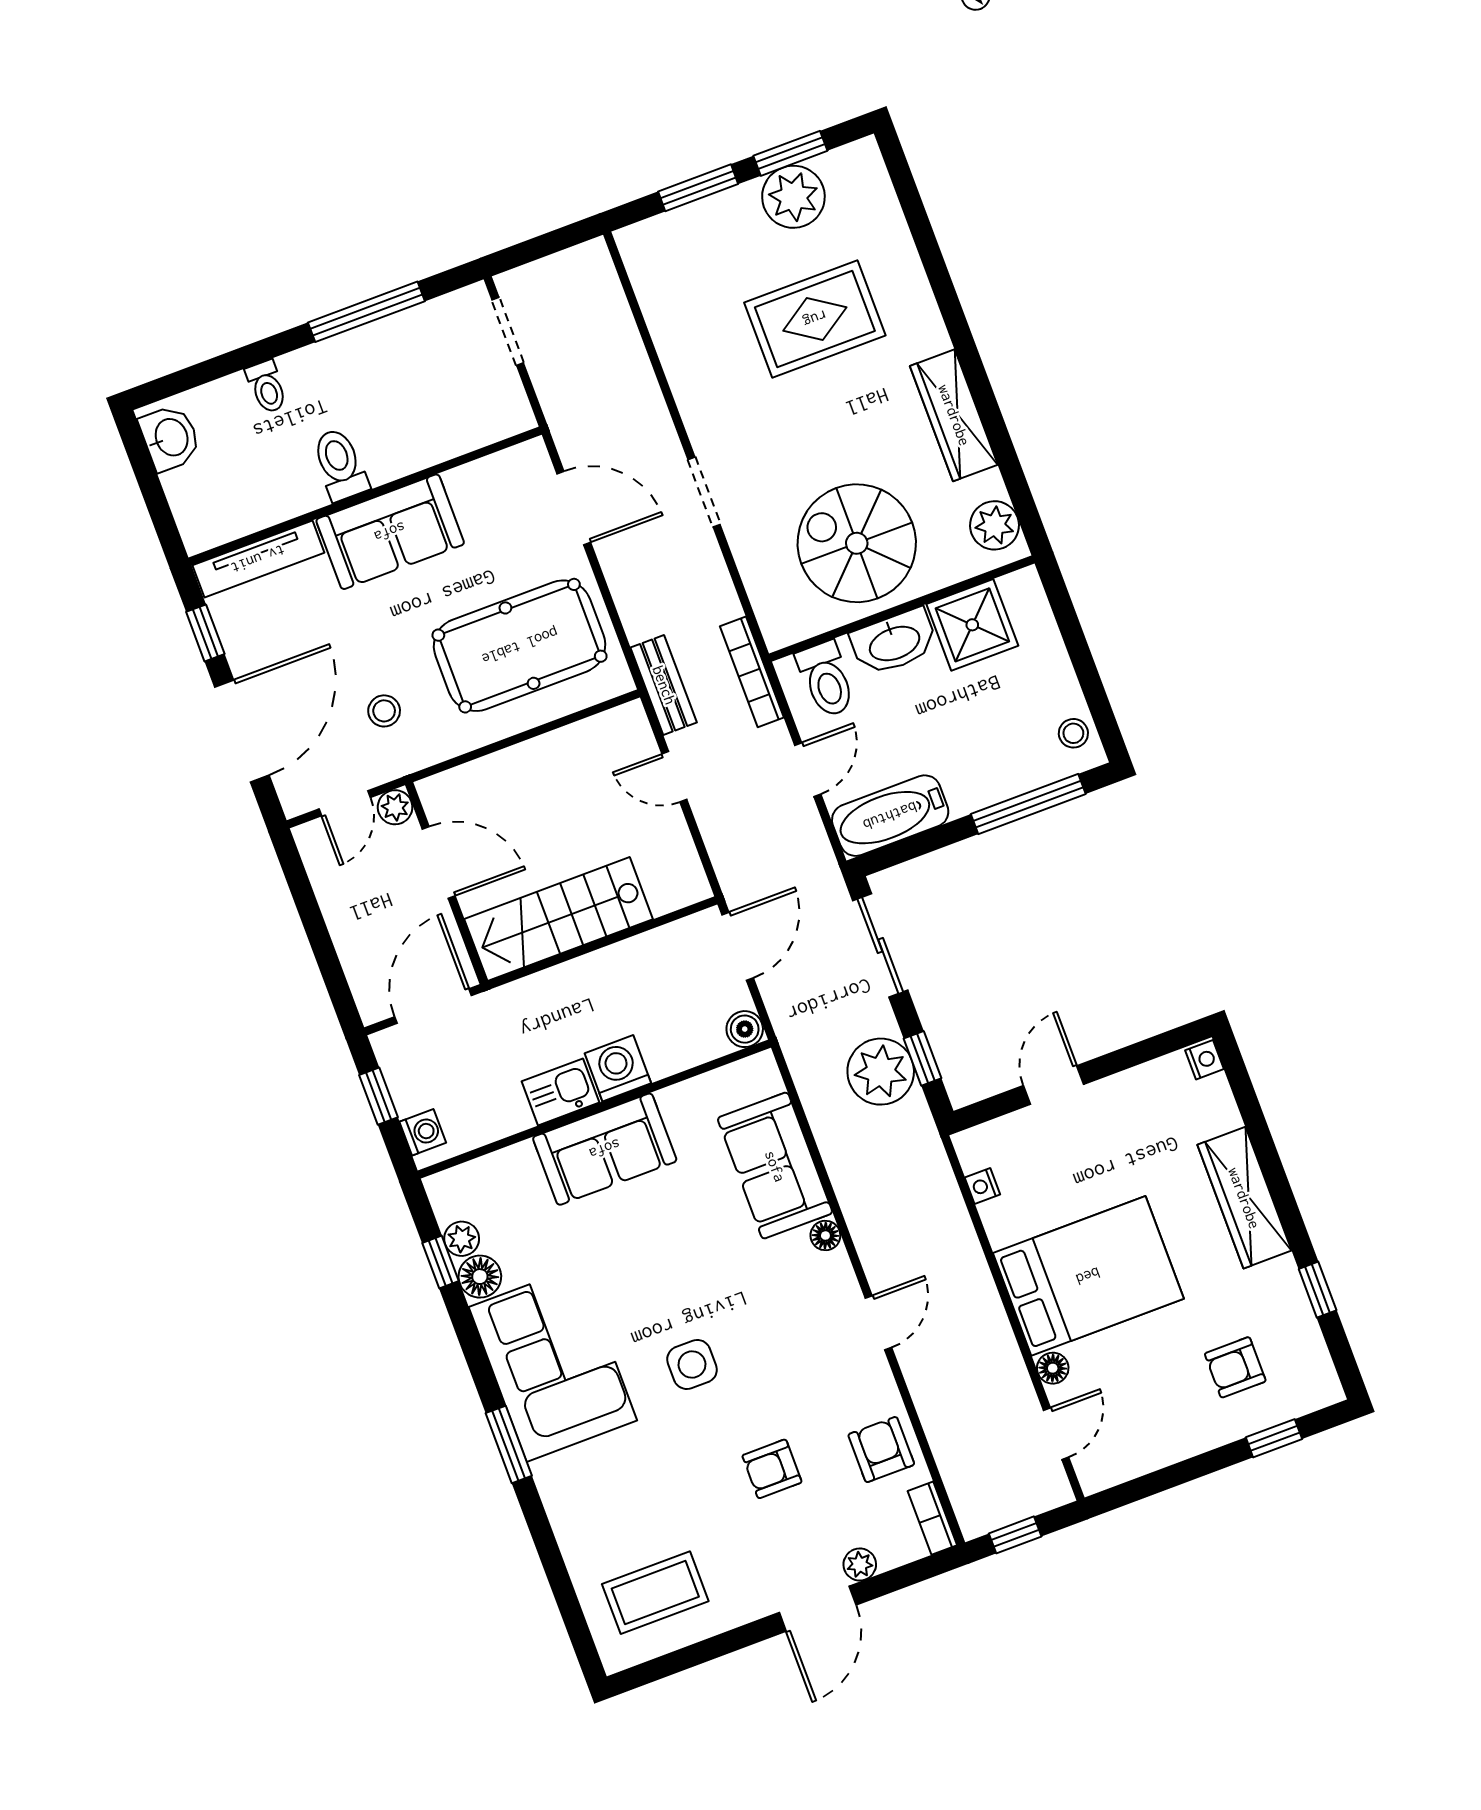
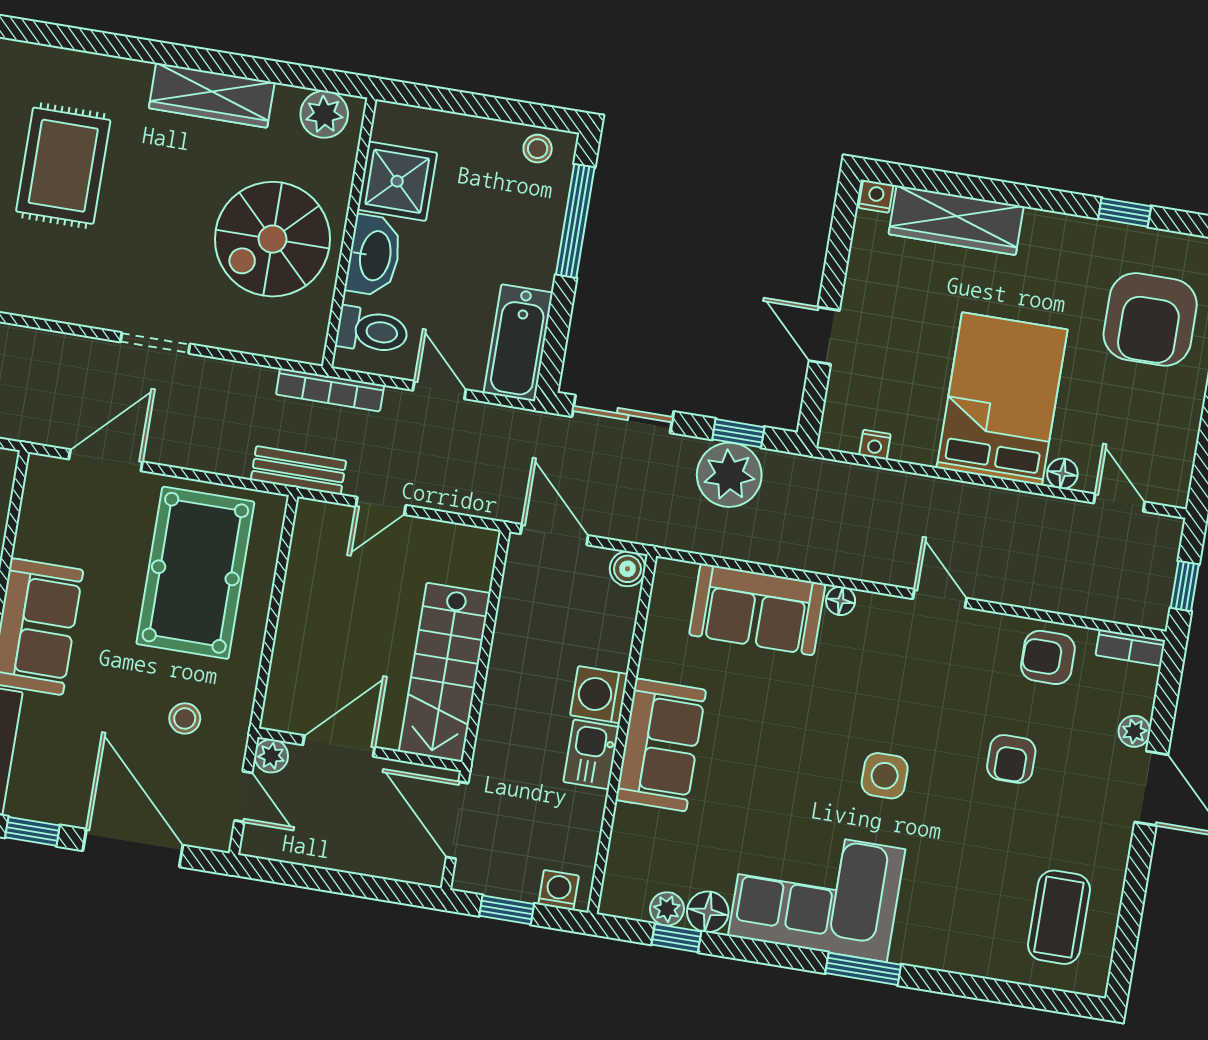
wardrobe: (1244, 1198) -> (956, 220), moved
armchair: (1235, 1367) -> (1150, 319), width x1.88, depth x1.88

